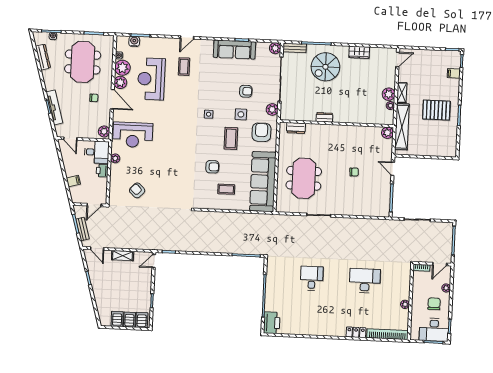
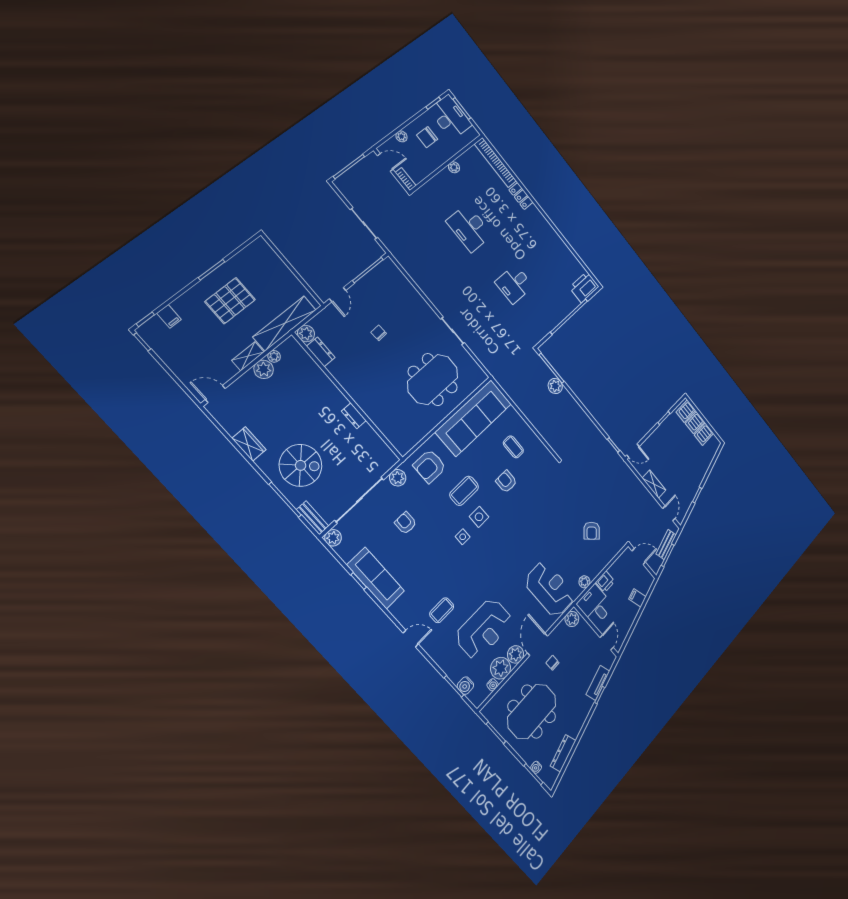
tv unit: (54, 107) -> (598, 683), width x0.71
pallet: (436, 110) -> (230, 301), turned 90
side table: (241, 114) -> (479, 517), moved
dresser: (296, 128) -> (321, 352), moved
plant: (235, 248) -> (555, 386), added

